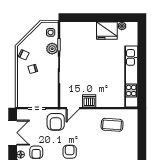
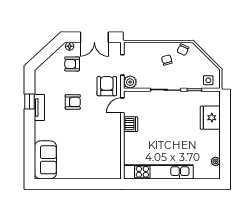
fridge: (107, 31) -> (210, 118), moved
plant: (52, 49) -> (130, 82), moved
door: (73, 108) -> (122, 105), hinge flipped
armchair: (56, 122) -> (107, 86), turned 90
coffee table: (112, 125) -> (103, 150), removed

